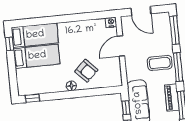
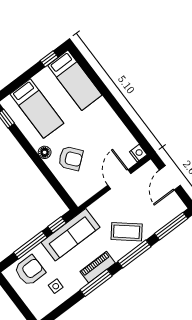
door: (121, 46) -> (119, 179), hinge flipped
bed: (37, 56) -> (37, 109), moved
coffee table: (160, 63) -> (127, 232), turned -50
armchair: (86, 71) -> (71, 158), turned -85

